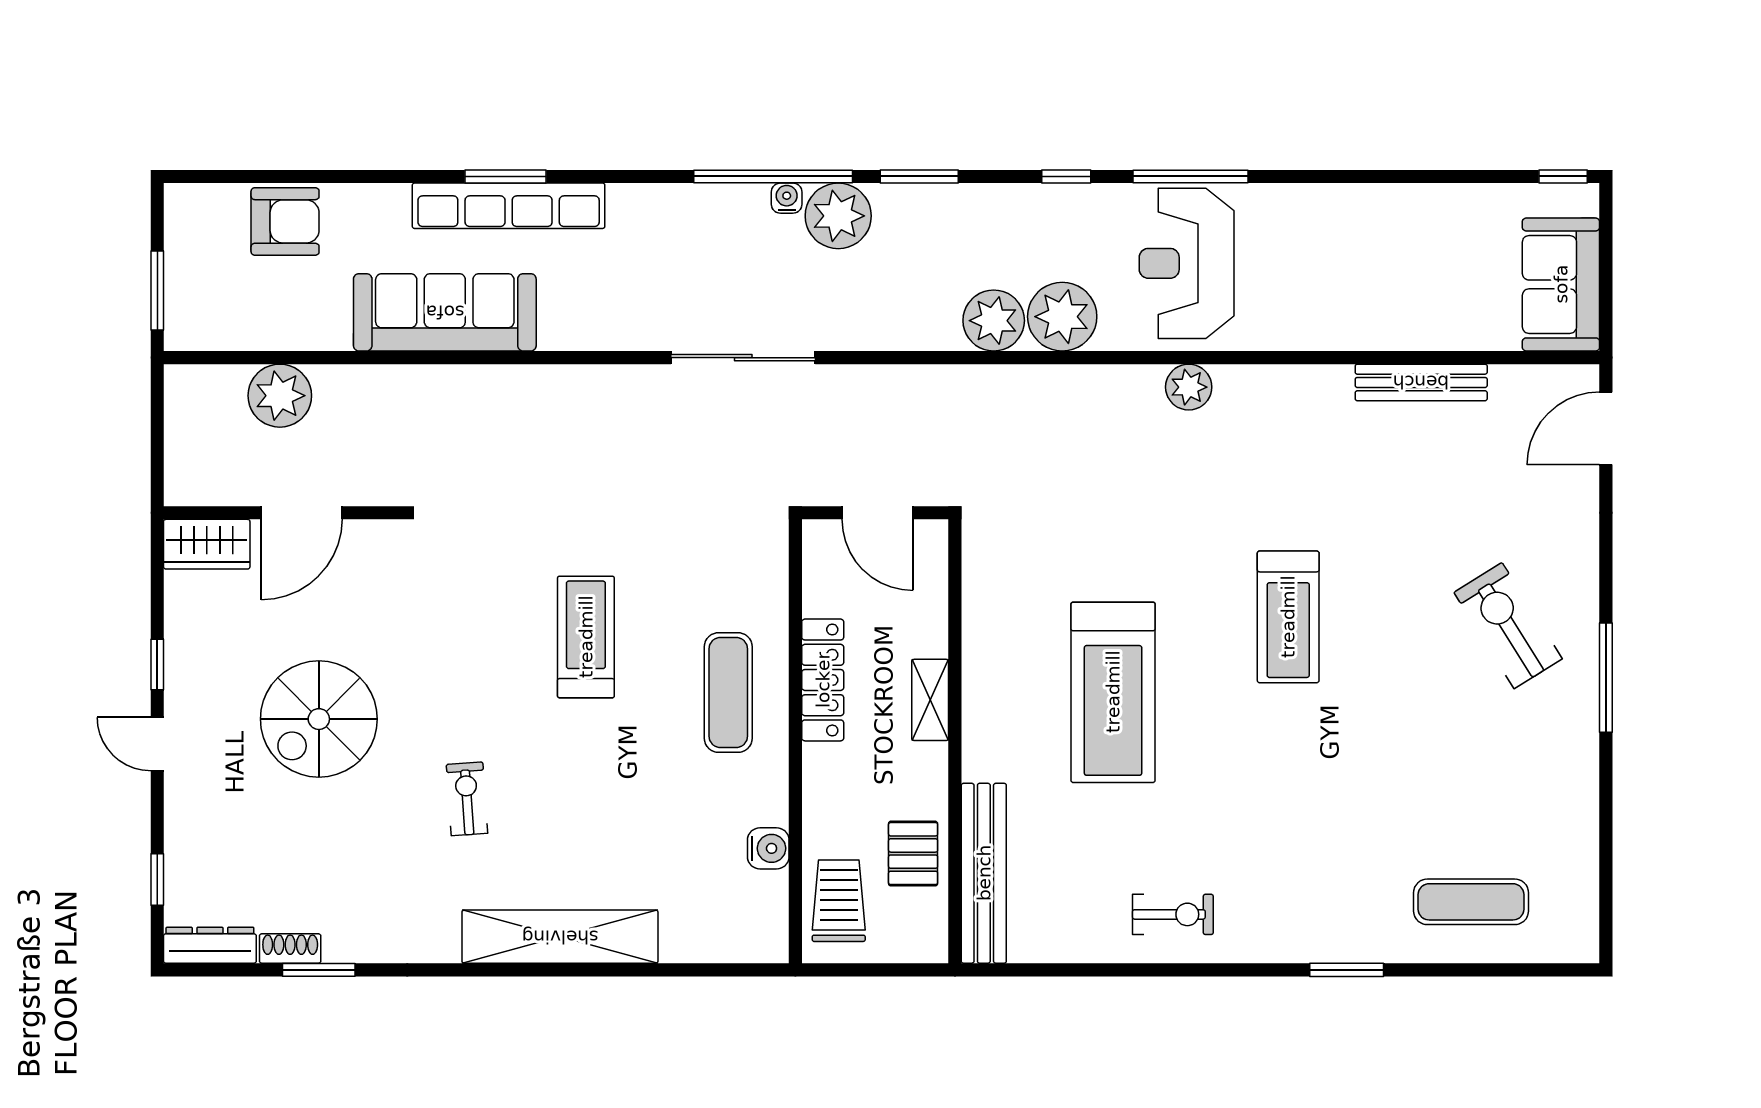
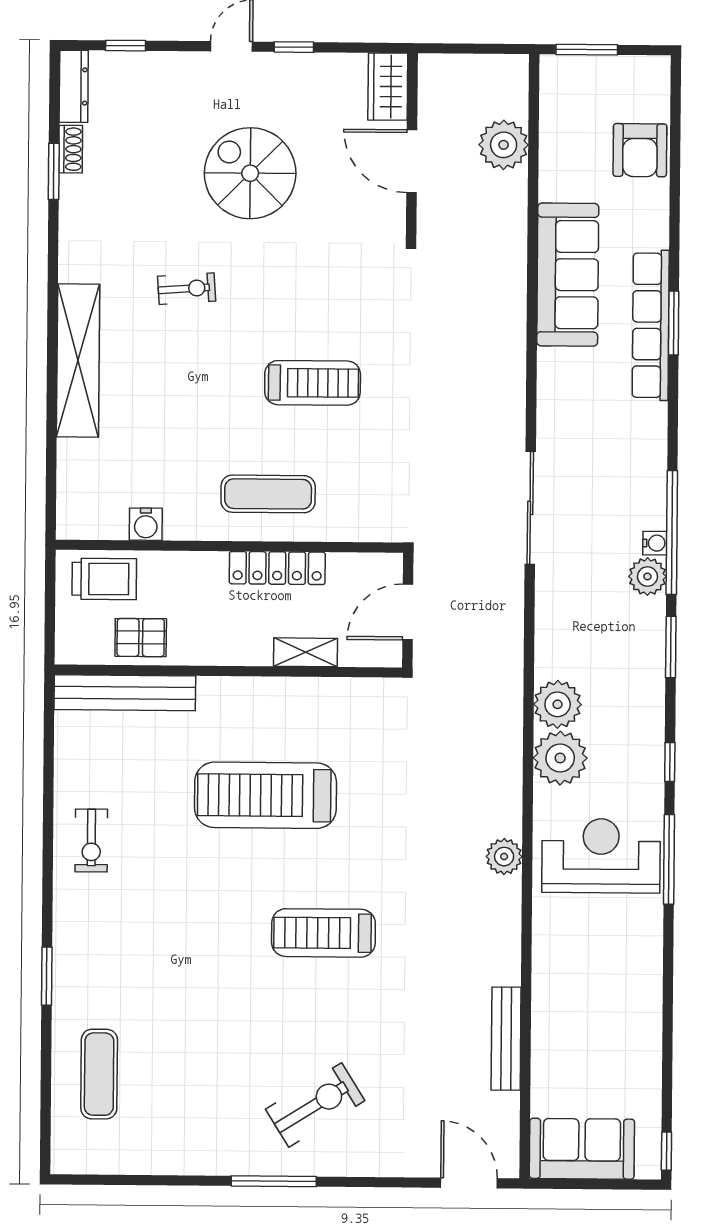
plant: (838, 216) -> (647, 576), width x0.73, depth x0.73
shelving: (930, 700) -> (306, 652), moved

